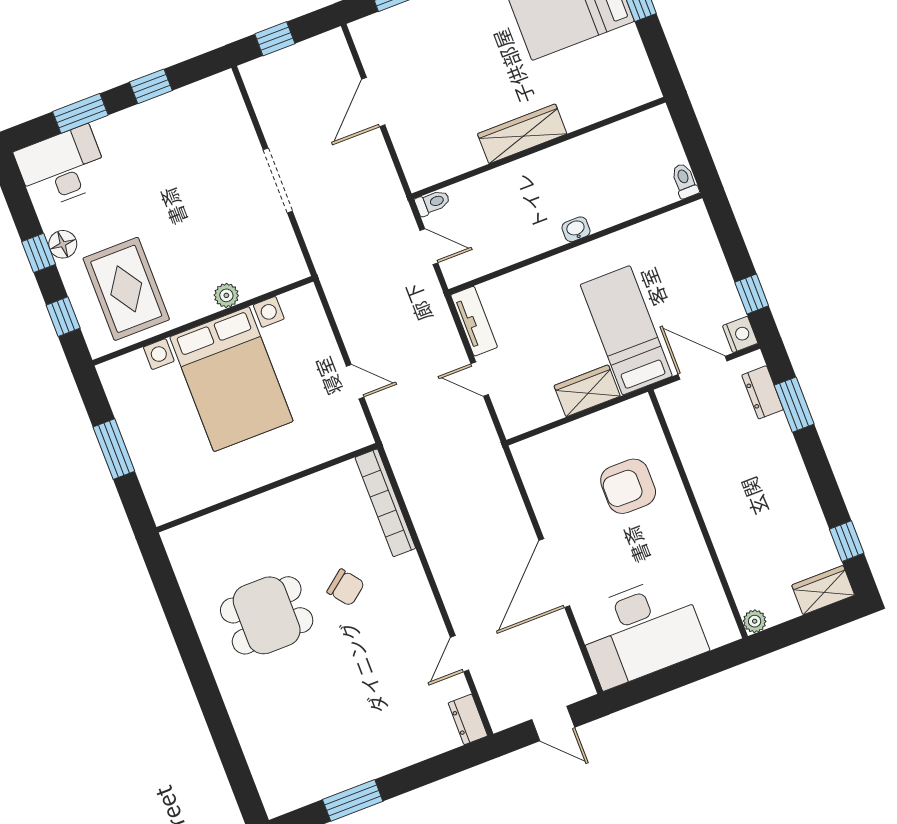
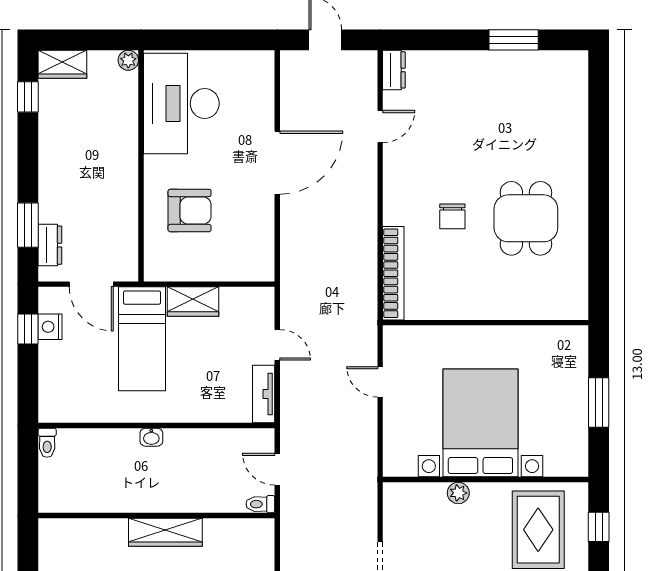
nightstand: (740, 334) -> (50, 327), moved
chair: (346, 587) -> (452, 216), turned -142
dining table: (267, 615) -> (526, 218), turned 90
desk: (641, 631) -> (181, 104), moved, turned -90

